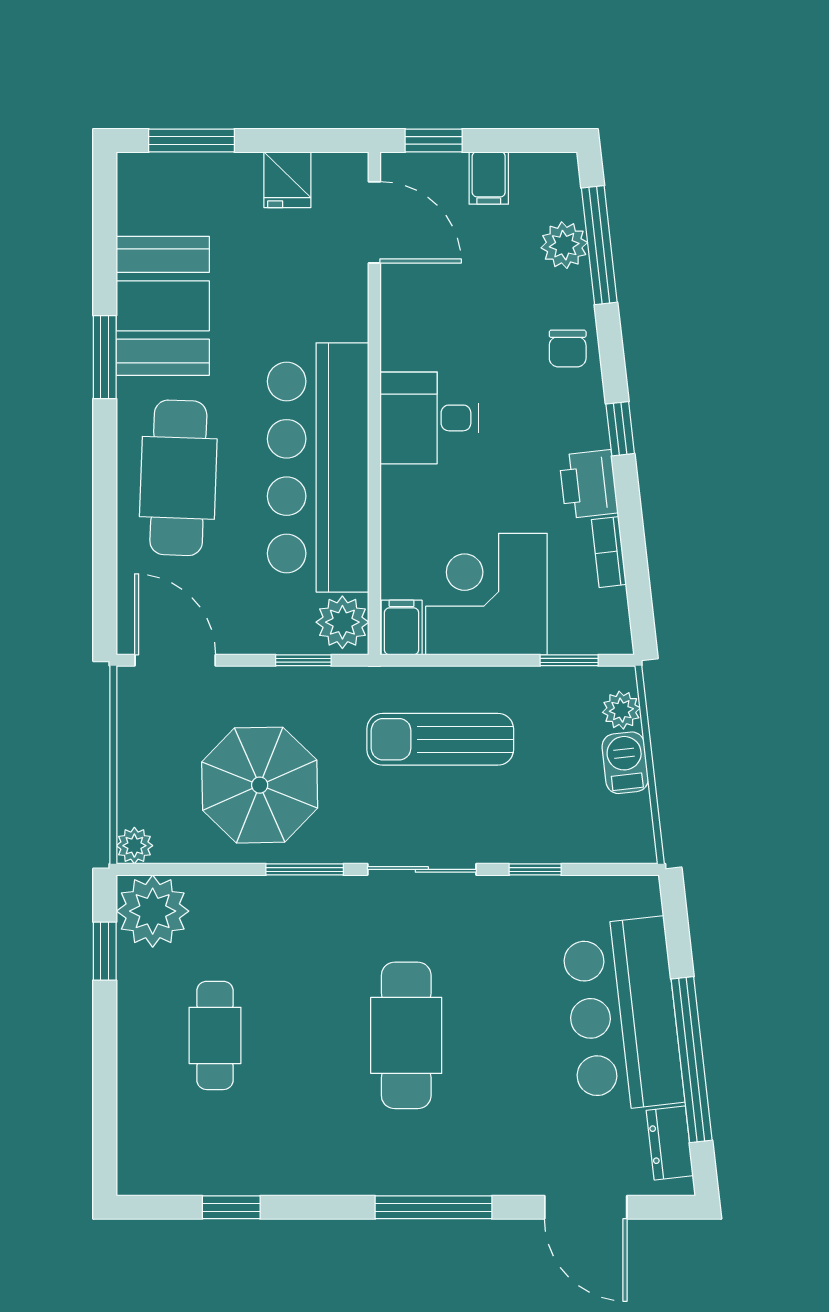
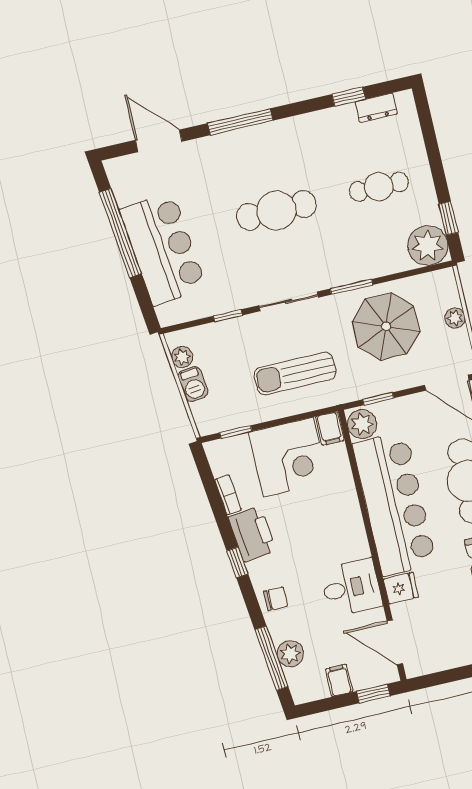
fridge: (287, 180) -> (401, 588), moved, turned 90
chair: (568, 348) -> (275, 599), turned 90
desk: (429, 418) -> (351, 588), moved
printer: (588, 484) -> (252, 534), width x1.37, depth x1.19
plant: (621, 710) -> (182, 357), moved
sun lounger: (440, 739) -> (295, 373), turned 180
plant: (134, 846) -> (455, 318), moved
cafe table: (215, 1035) -> (379, 187), turned 90
cafe table: (406, 1035) -> (276, 211), turned 90
dresser: (670, 1143) -> (376, 108), moved, turned 96

